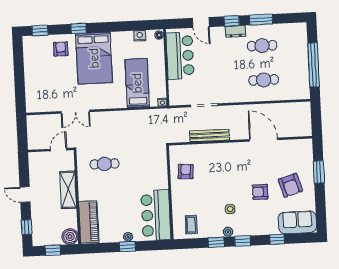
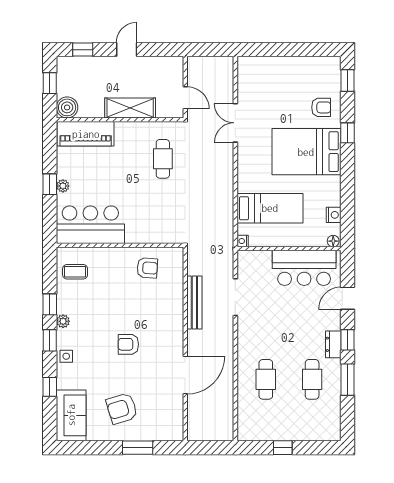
window: (314, 65) -> (283, 448), width x0.32
armchair: (260, 192) -> (128, 344), moved, turned -90
side table: (230, 209) -> (66, 356), moved

